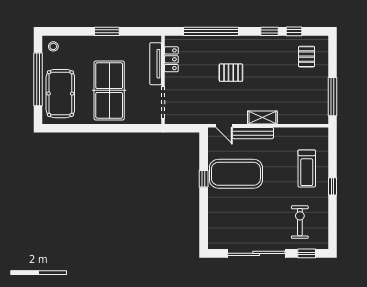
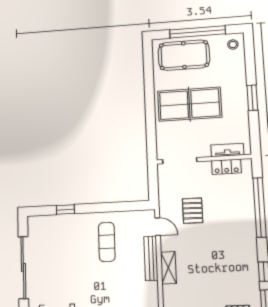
tv unit: (156, 64) -> (227, 150), width x0.71
pallet: (231, 73) -> (193, 211), moved
door: (224, 126) -> (158, 227), swing flipped
exercise mat: (236, 174) -> (107, 242), width x0.50, depth x0.69
window: (204, 179) -> (65, 210), moved

